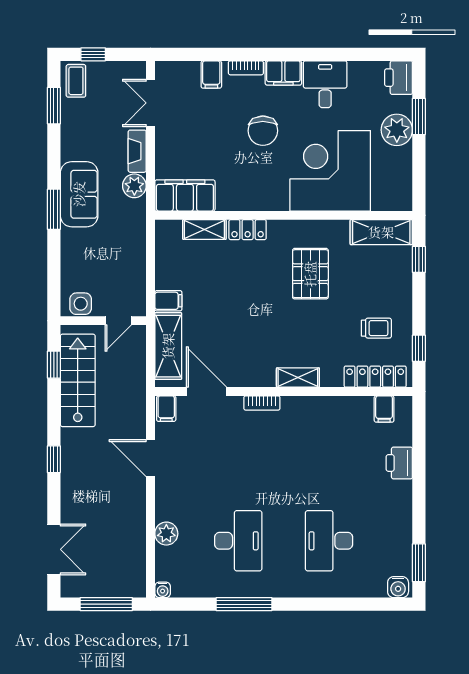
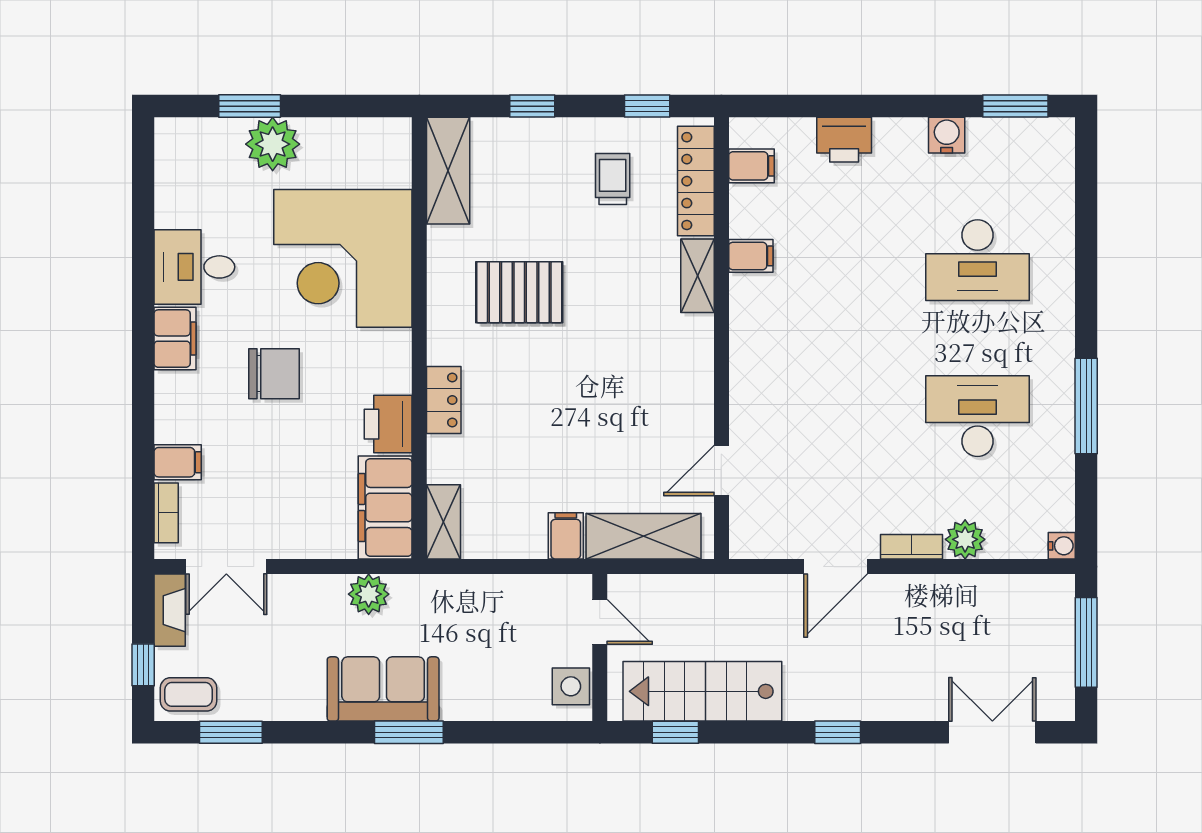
bookcase: (246, 68) -> (166, 513), moved
printer: (399, 78) -> (388, 424), moved, turned 90
fireplace: (137, 151) -> (170, 610), moved, turned -90
shelving: (204, 229) -> (443, 522), moved
window: (419, 259) -> (532, 106), moved
shelving: (298, 378) -> (697, 276), moved
door: (207, 391) -> (721, 470), width x0.73
bookcase: (262, 403) -> (911, 547), moved, turned -90
filing cabinet: (166, 409) -> (751, 256), moved
water cooler: (398, 587) -> (947, 135), moved, turned -90

